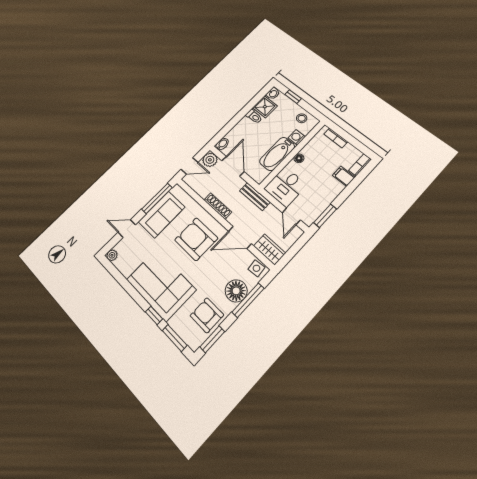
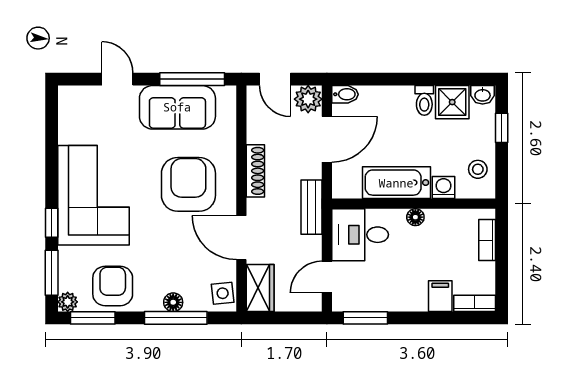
plant: (112, 255) -> (68, 302), moved
floor lamp: (236, 291) -> (173, 302), width x0.53, depth x0.53

